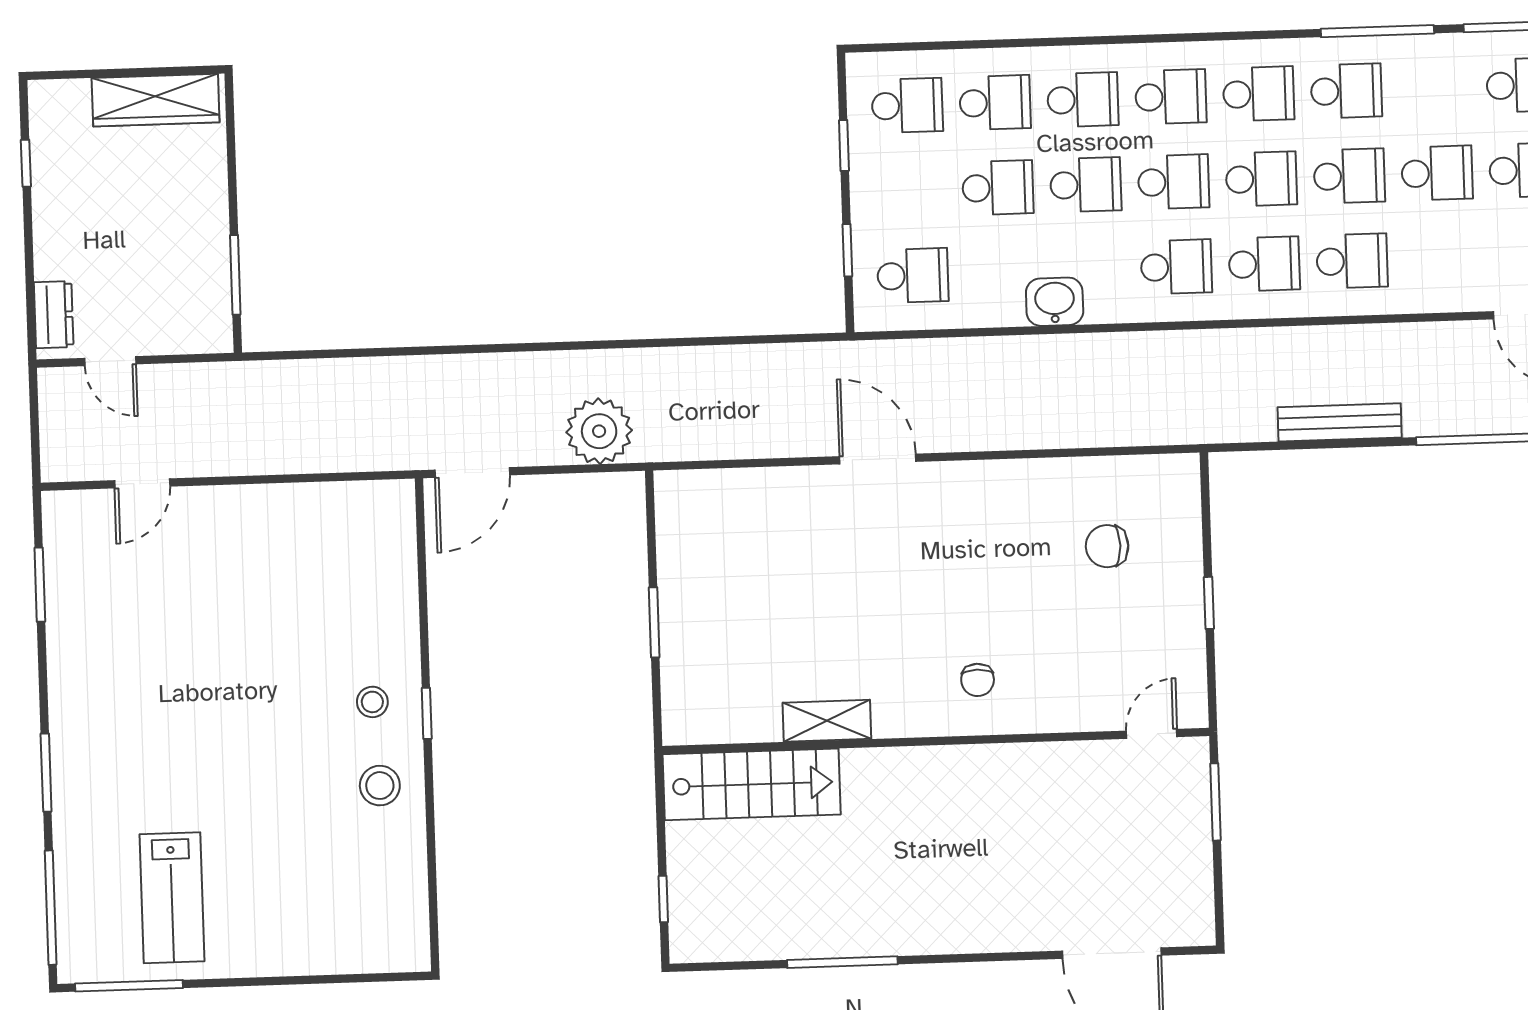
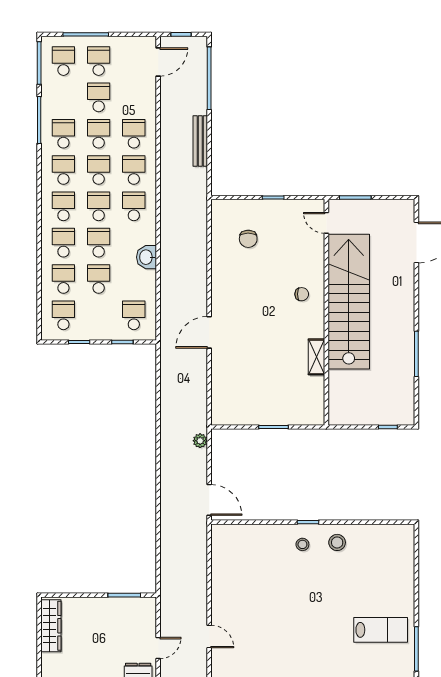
plant: (599, 431) -> (200, 441), width x0.53, depth x0.53
stairs: (752, 784) -> (349, 302), moved, width x1.86, depth x1.51

